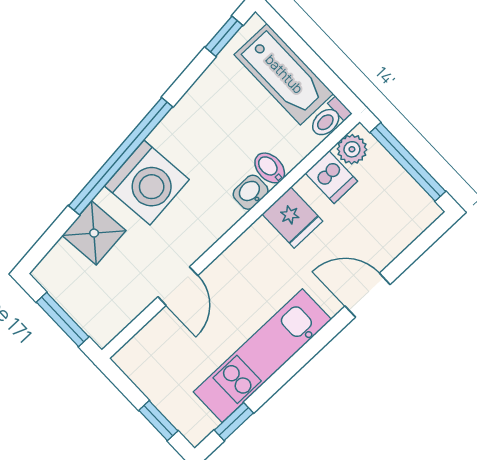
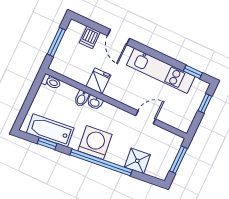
window: (224, 36) -> (47, 144), moved
bathtub: (284, 74) -> (50, 130), moved, turned -96
plant: (352, 149) -> (60, 67), removed
window: (408, 162) -> (56, 42), width x0.69
dishwasher: (331, 177) -> (90, 37), moved, turned 180
washing machine: (147, 183) -> (95, 143), moved

